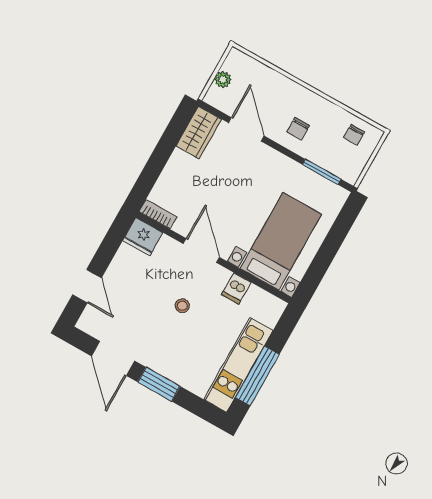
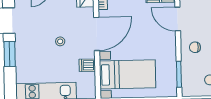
door: (246, 129) -> (178, 19), swing flipped
door: (201, 251) -> (97, 34), width x1.36

